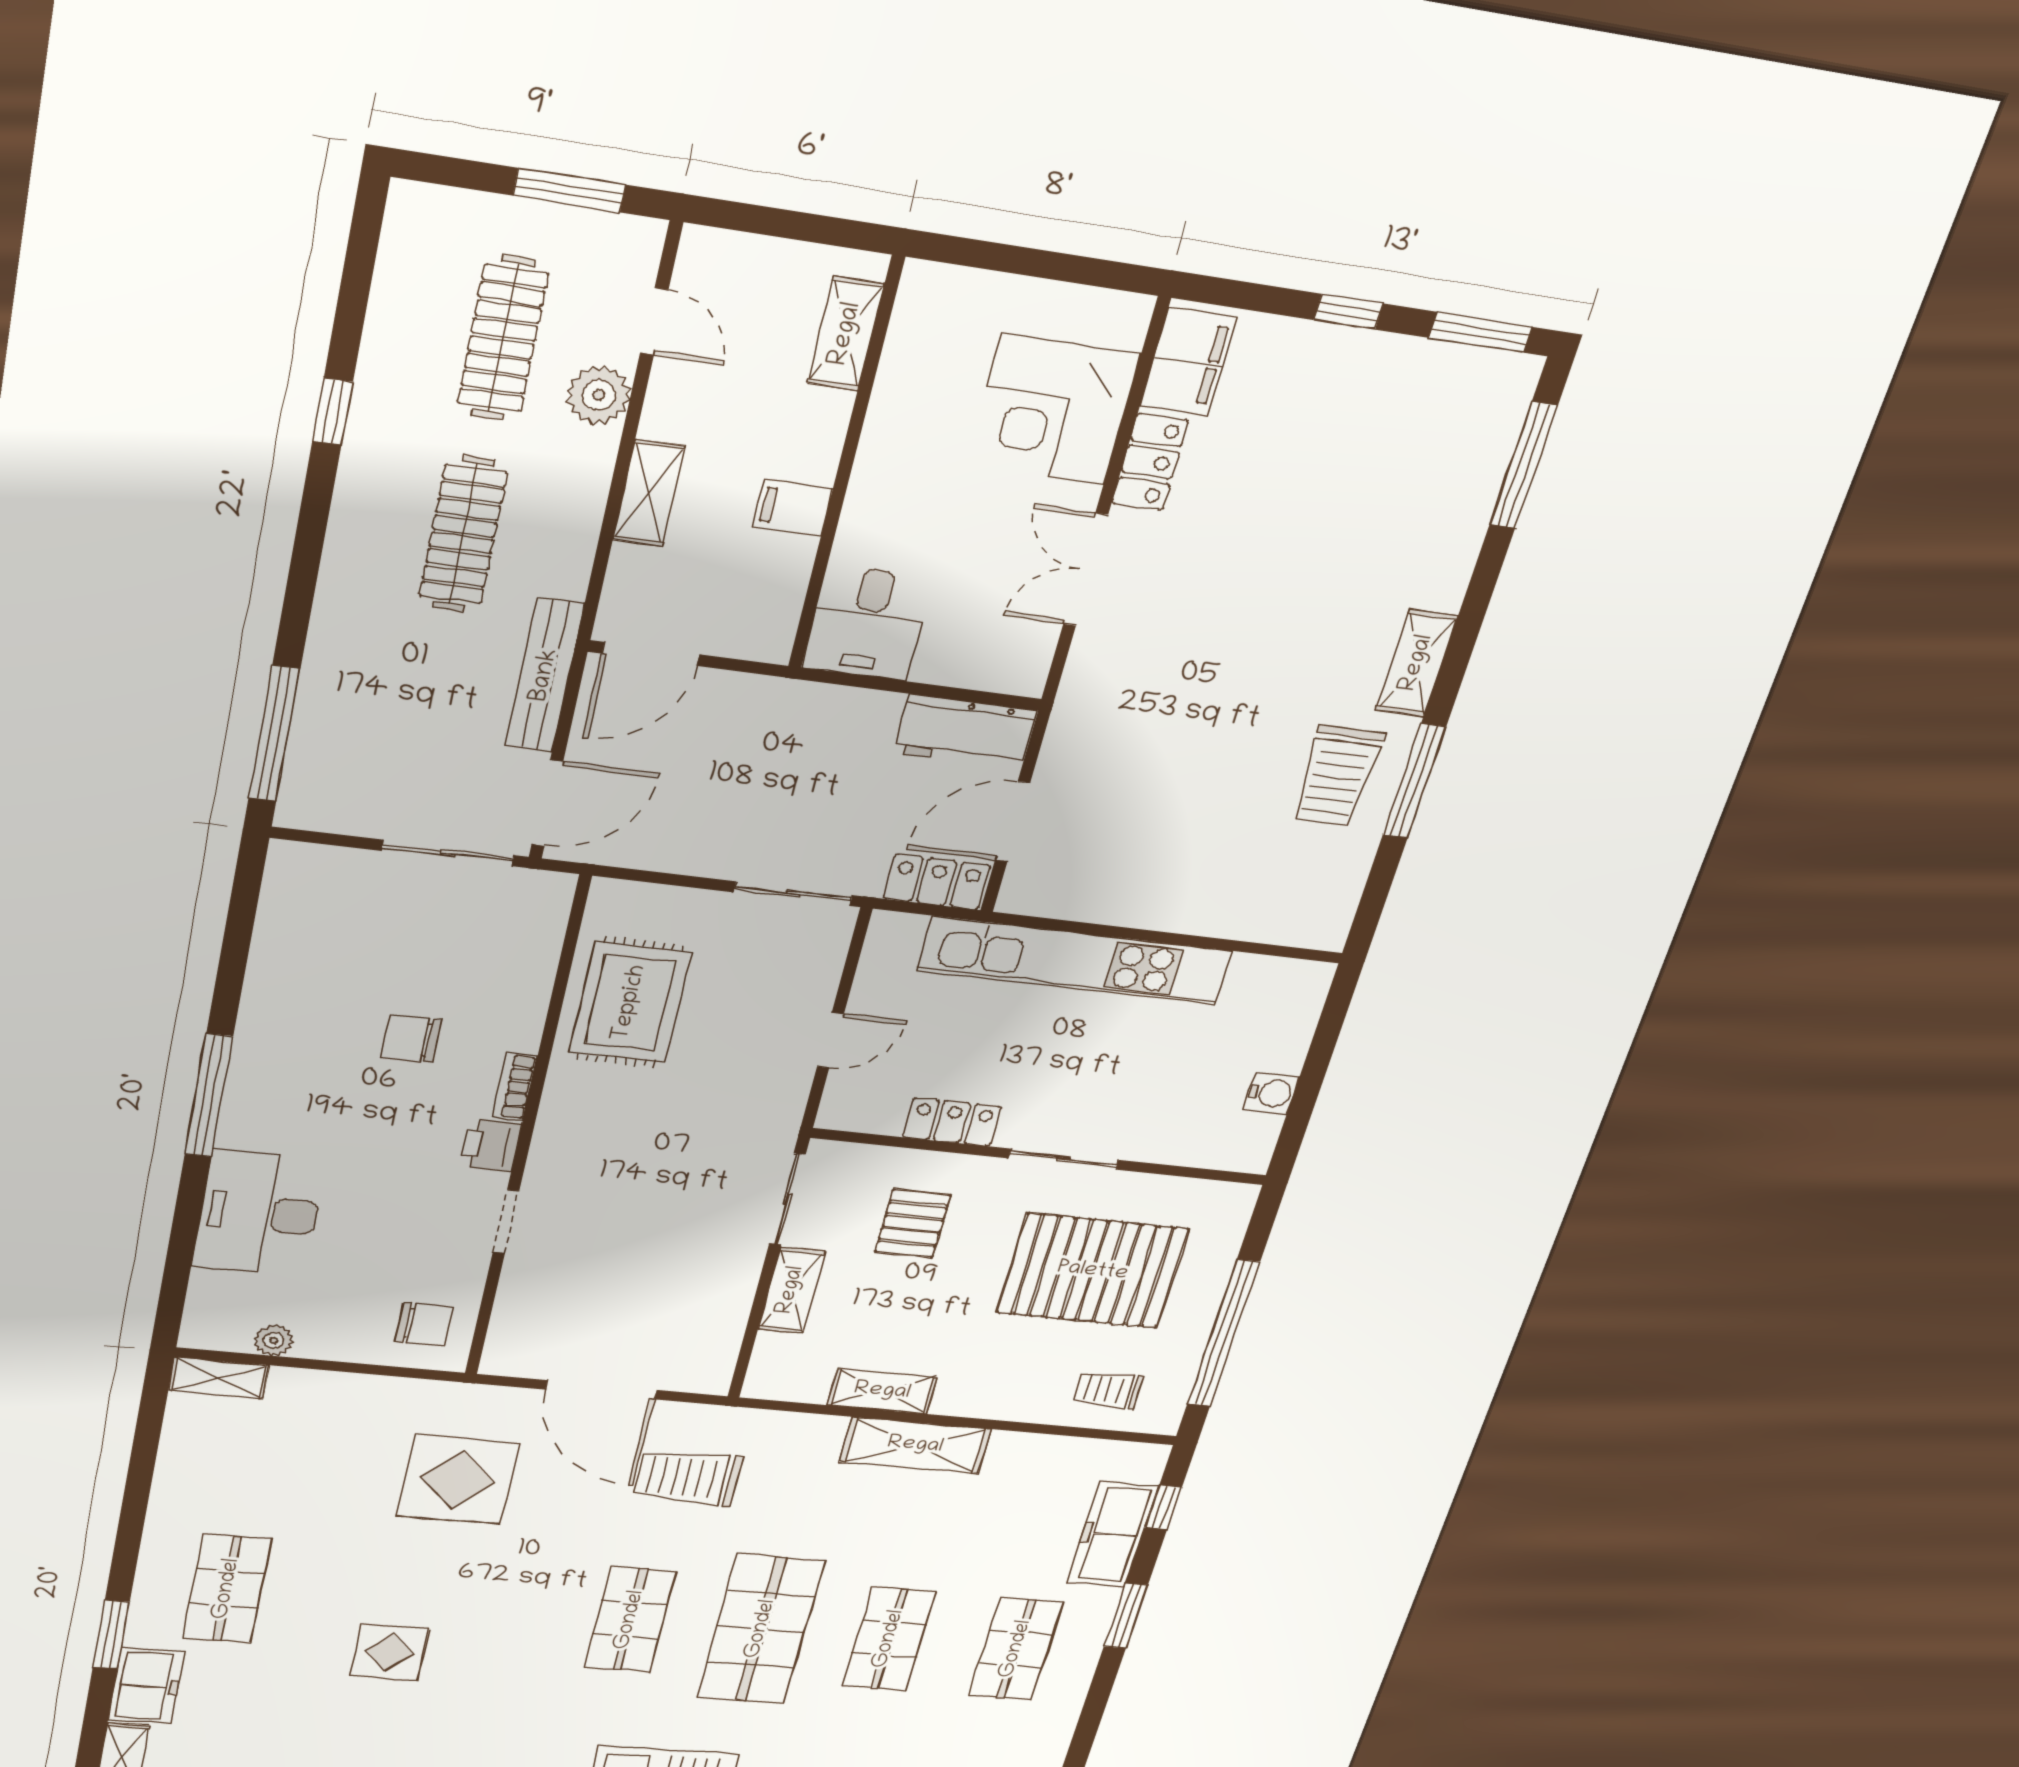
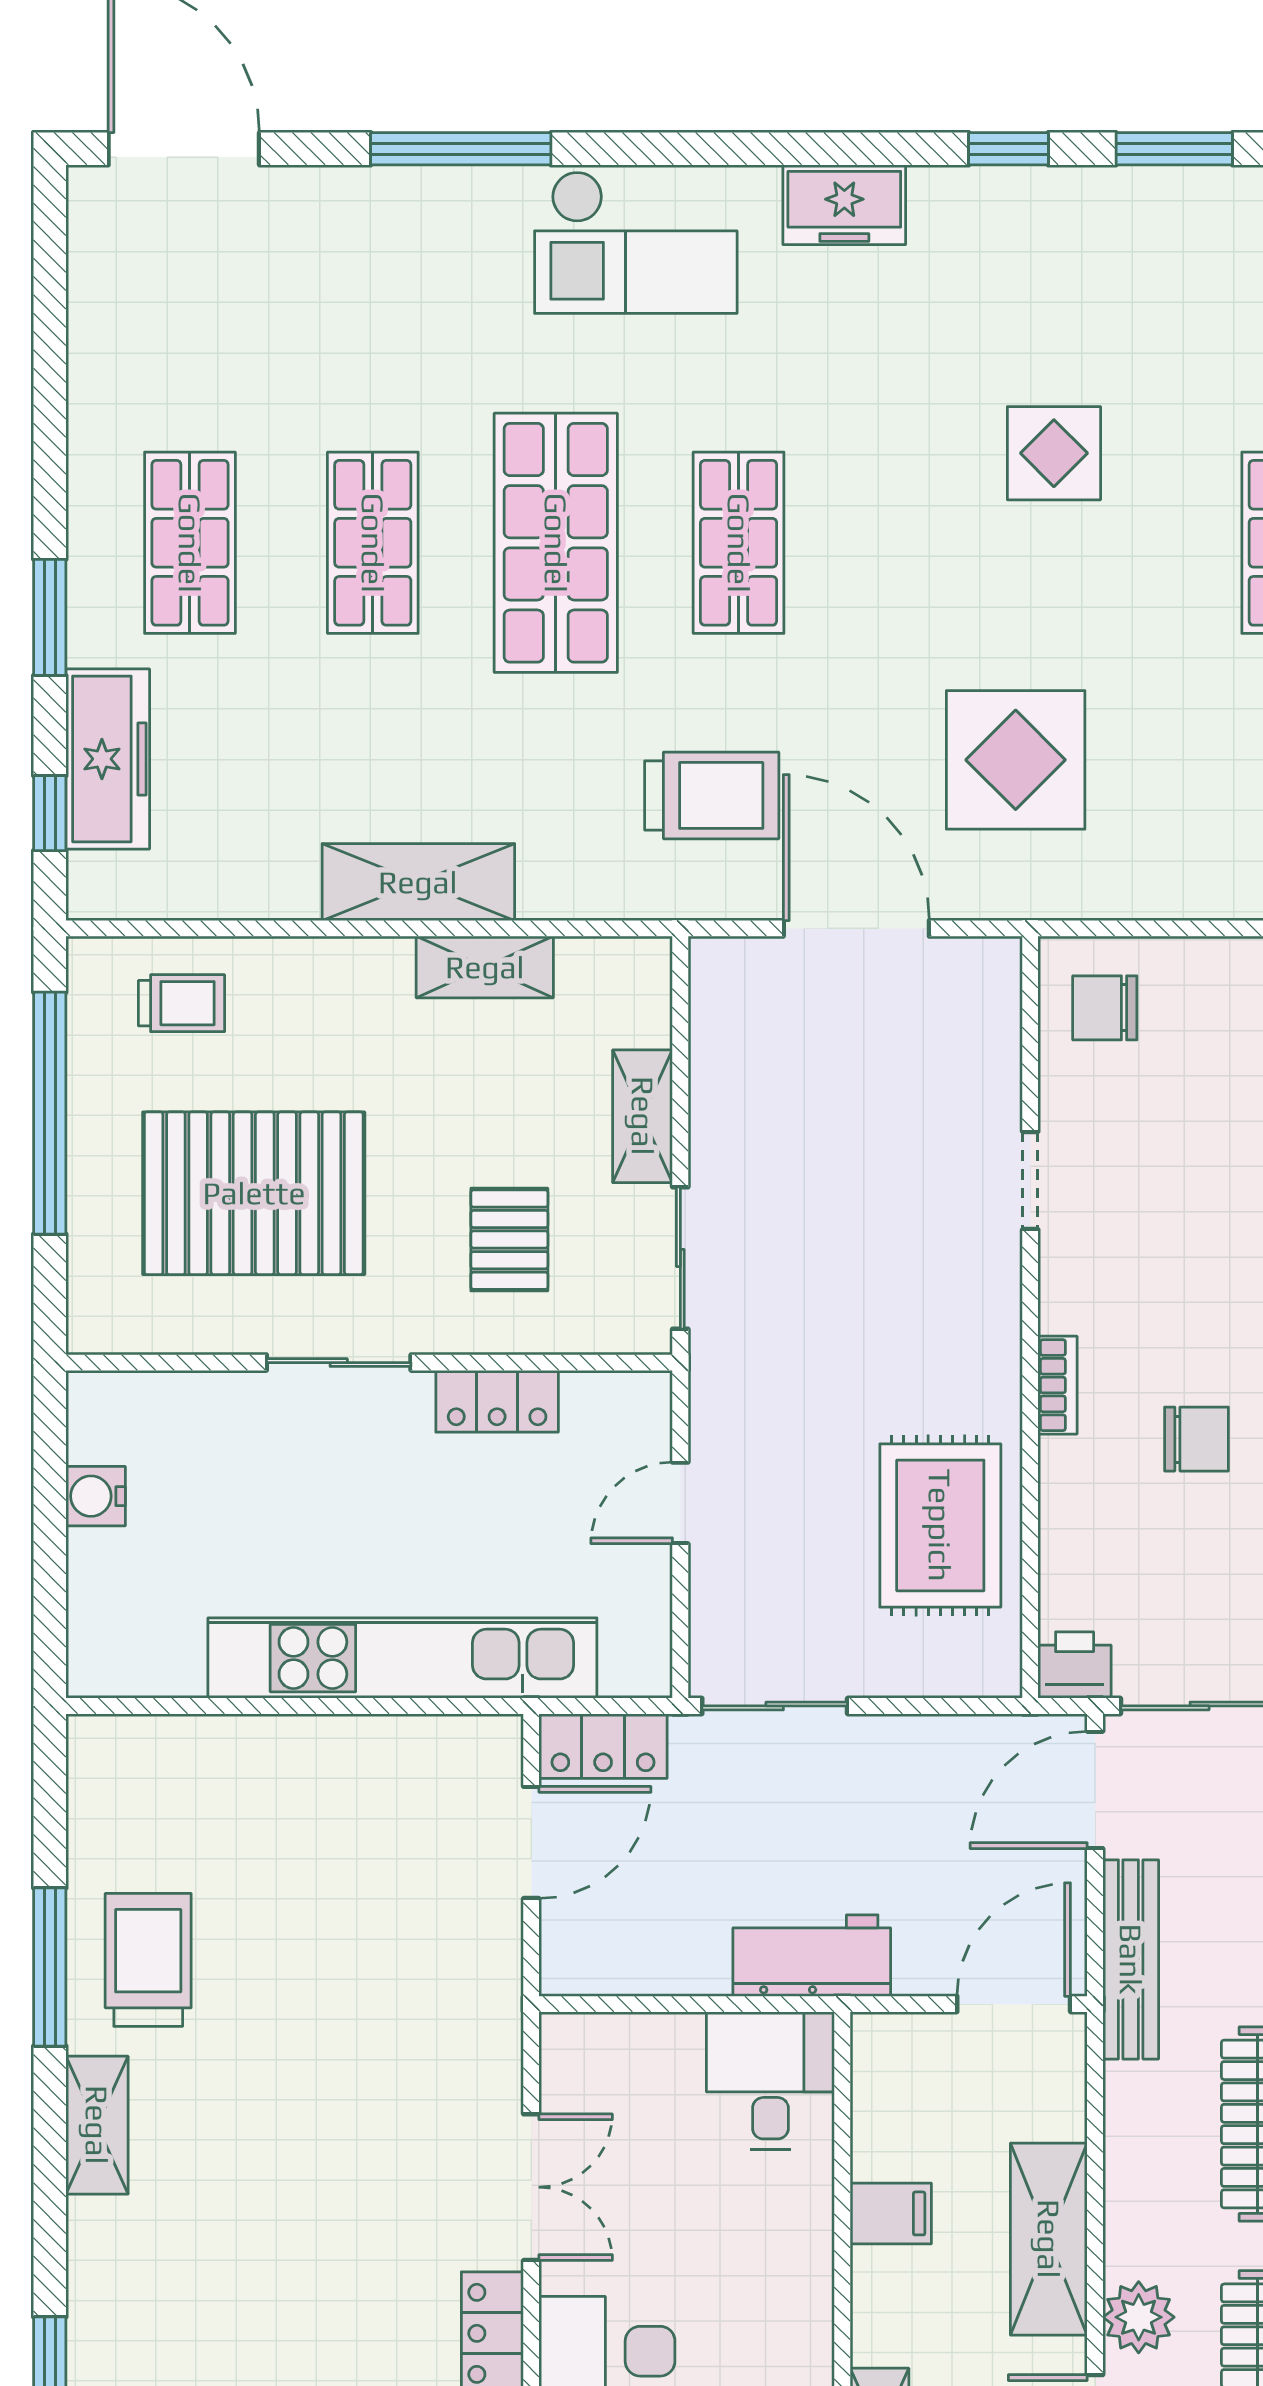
shelving: (649, 493) -> (1049, 2239), width x1.50, depth x1.33
workbench: (965, 732) -> (812, 1956), moved
printer: (491, 1145) -> (1075, 1665), moved, turned -90

